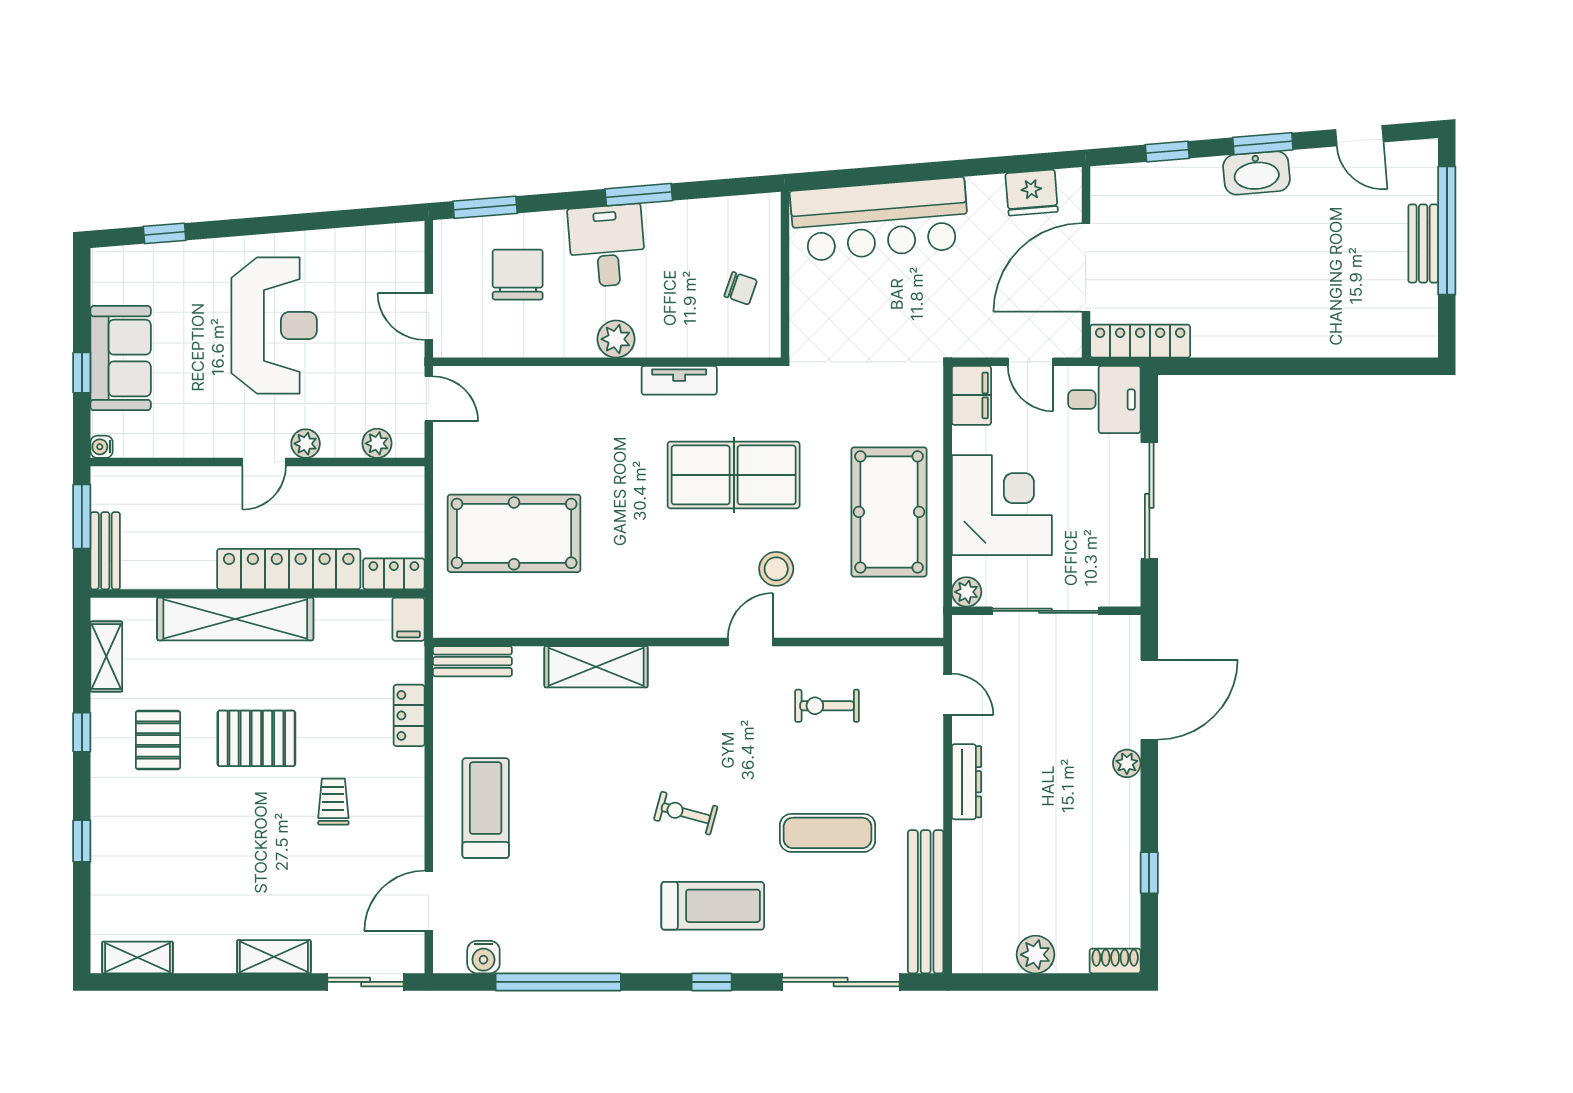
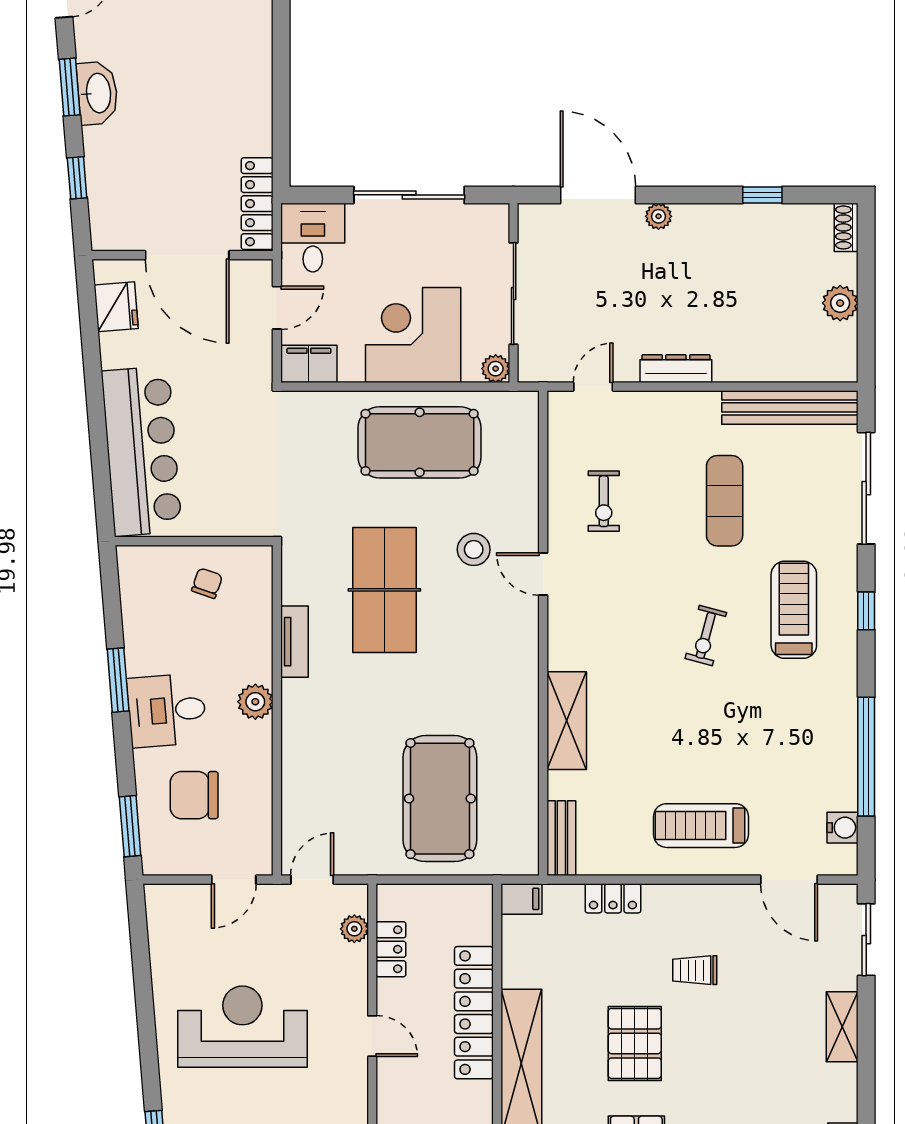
plant: (306, 444) -> (355, 997), removed
locker: (394, 574) -> (391, 949), moved, turned 180

